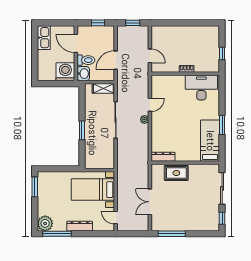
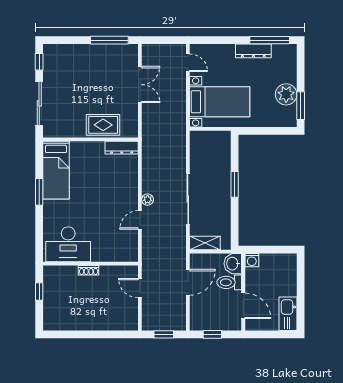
washing machine: (65, 72) -> (252, 260), width x0.53, depth x0.53
plant: (45, 223) -> (286, 94), moved
dresser: (80, 226) -> (253, 51), moved

